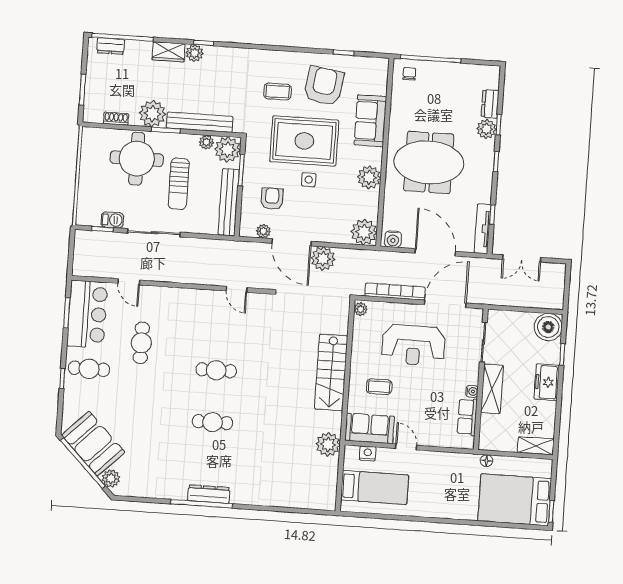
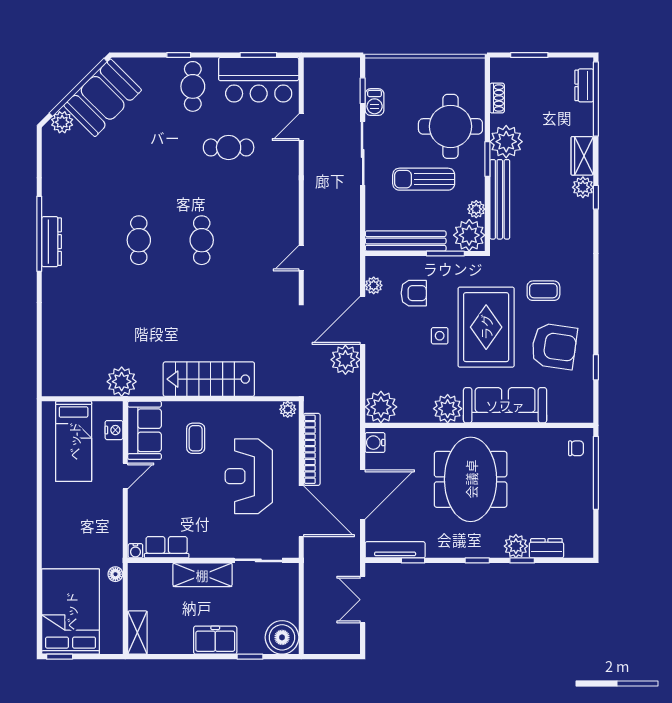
coffee table: (278, 92) -> (543, 291), turned 90
sofa: (370, 121) -> (505, 405), width x1.36
water cooler: (472, 391) -> (135, 551), moved

